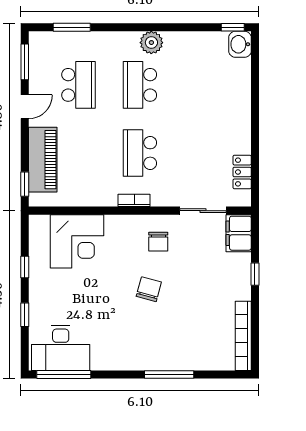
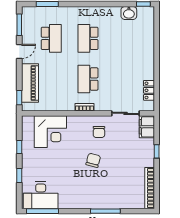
plant: (151, 43) -> (95, 13), removed
washbasin: (240, 44) -> (129, 13), moved, turned -90

